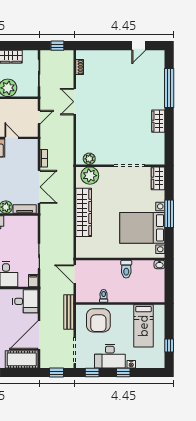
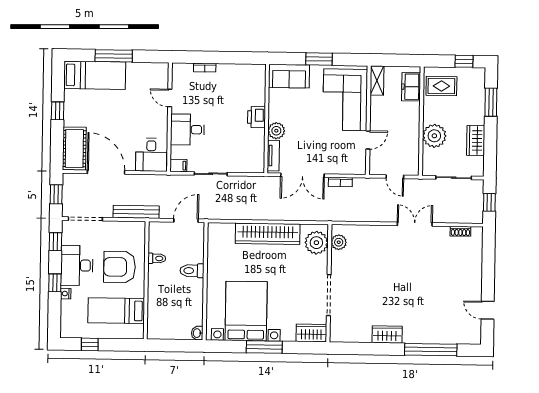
toilet: (126, 269) -> (192, 271), moved
armchair: (98, 320) -> (120, 267), moved

